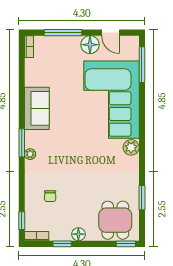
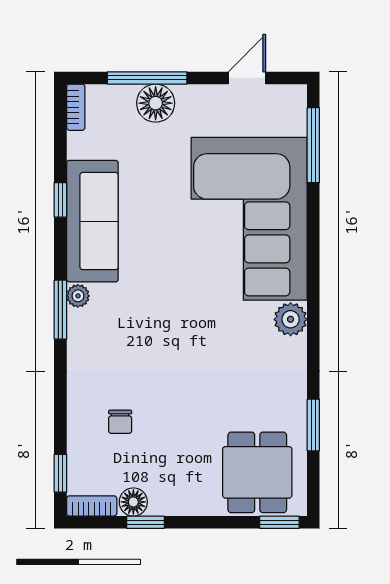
door: (110, 33) -> (247, 78), swing flipped
floor lamp: (90, 45) -> (156, 103), moved
window: (22, 91) -> (60, 200), added
sofa: (37, 108) -> (92, 221), width x1.36
plant: (30, 154) -> (78, 296), moved
floor lamp: (78, 234) -> (133, 502), moved

